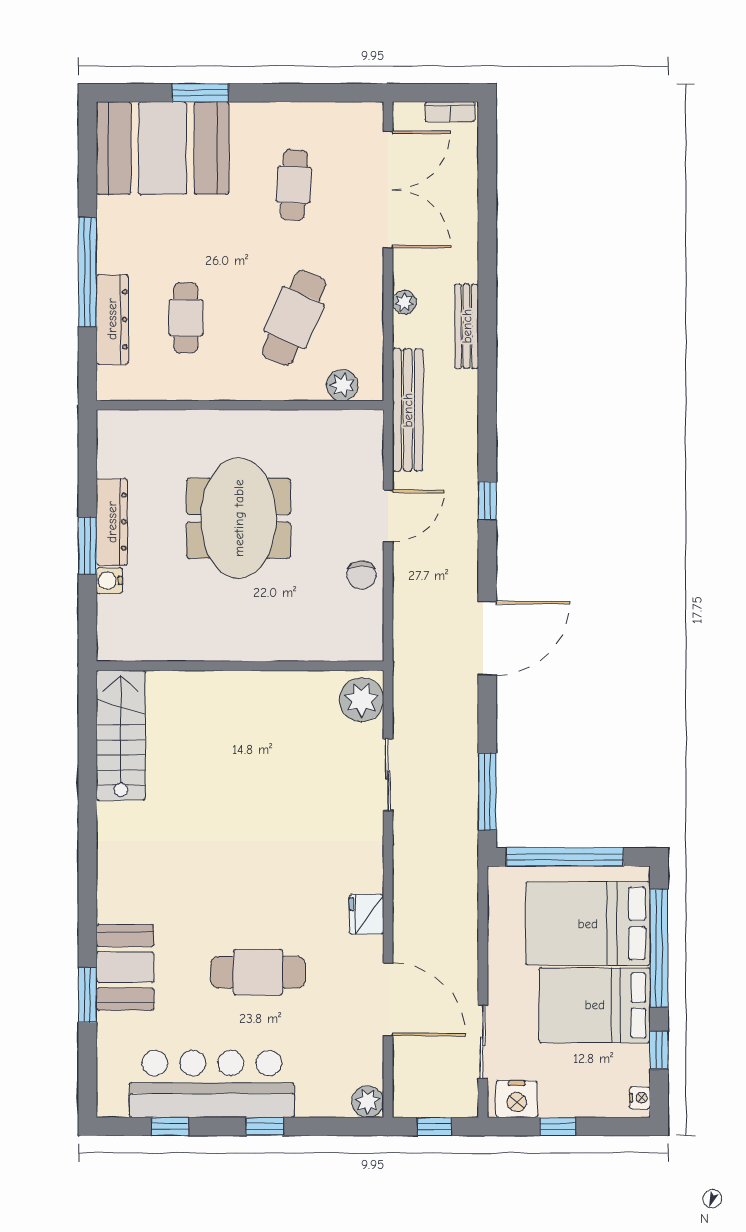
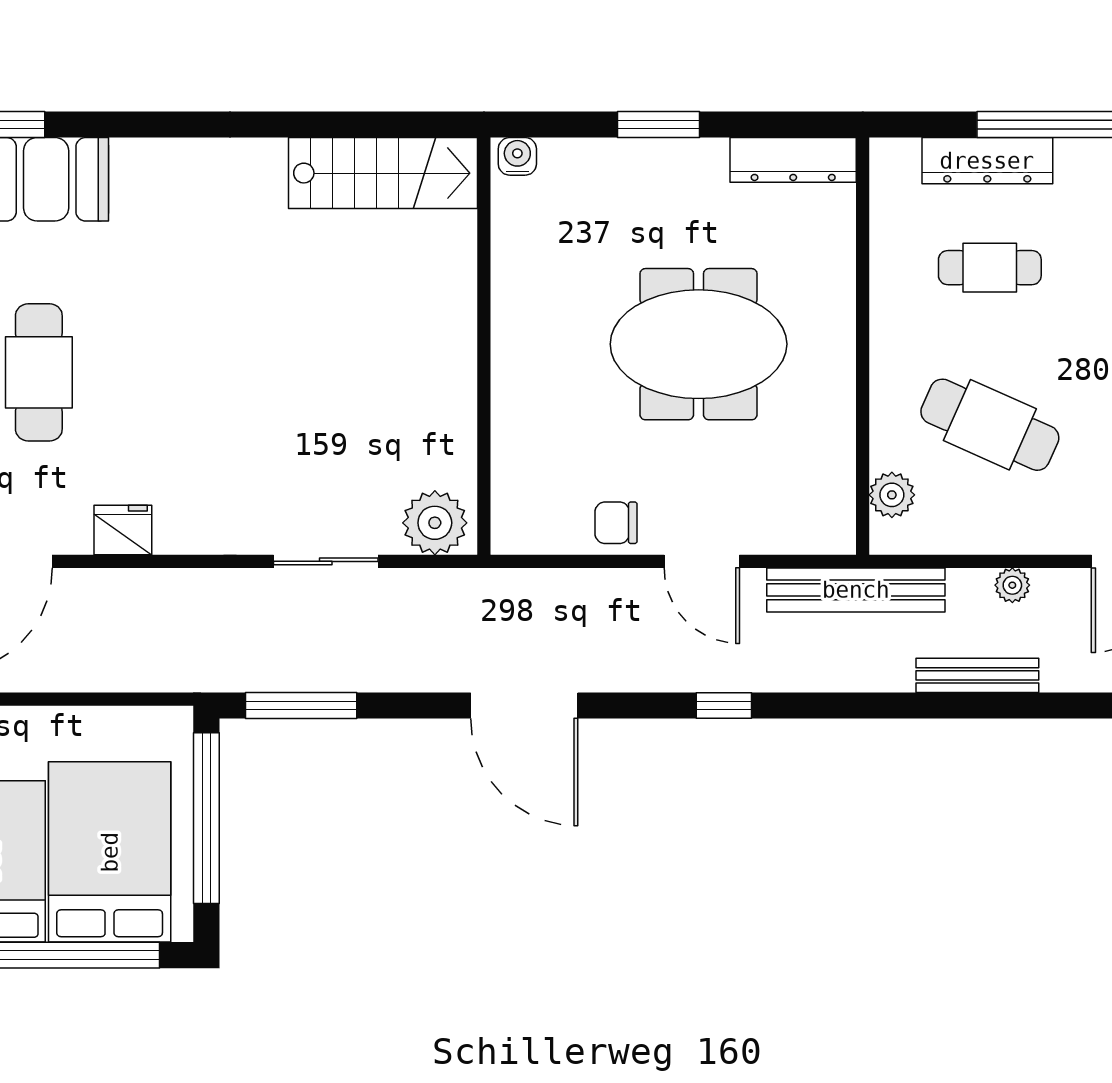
dresser: (112, 522) -> (793, 160), moved
water cooler: (109, 580) -> (517, 156), moved

